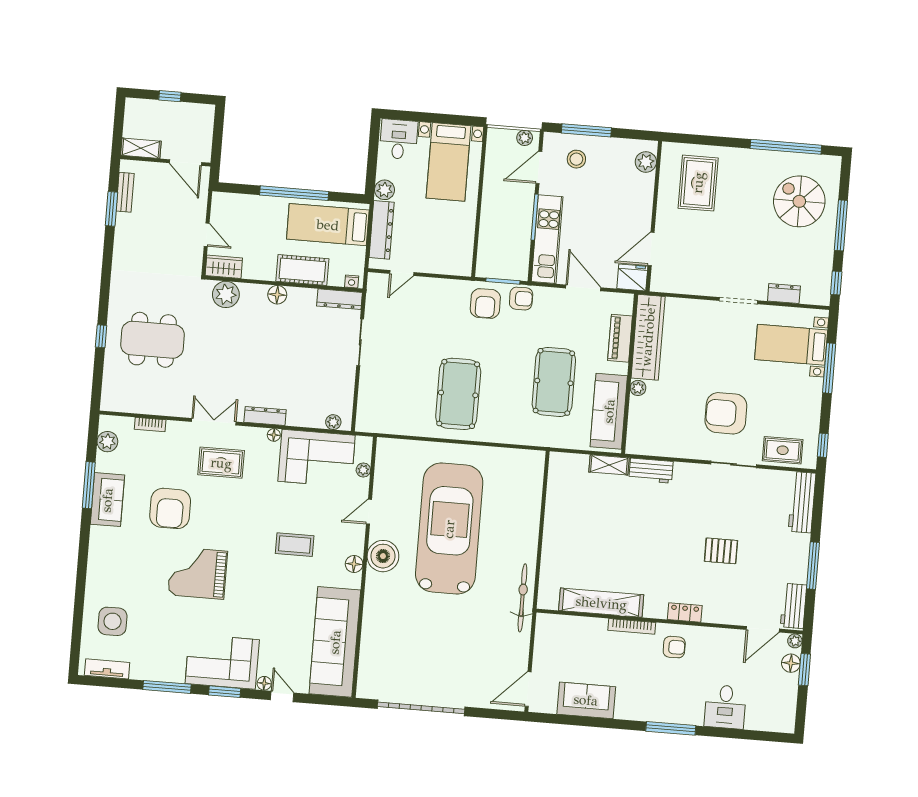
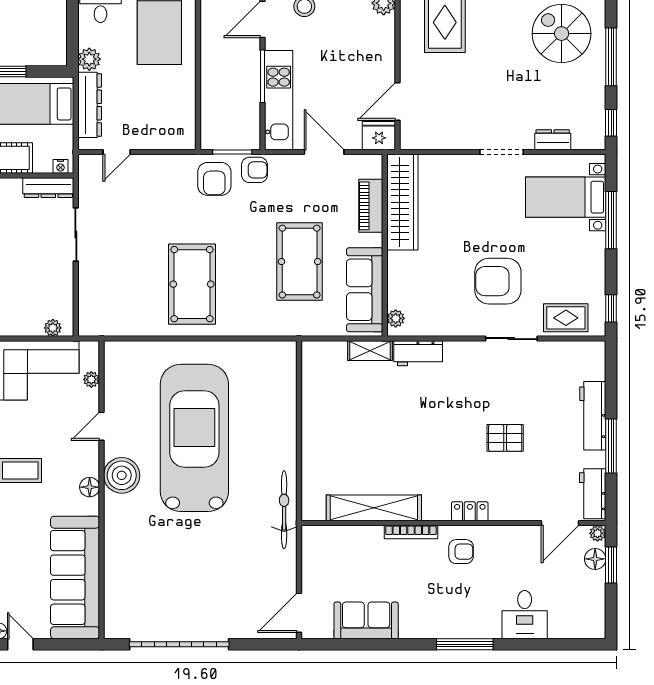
plant: (638, 388) -> (396, 318), moved
workbench: (802, 502) -> (593, 416), moved

